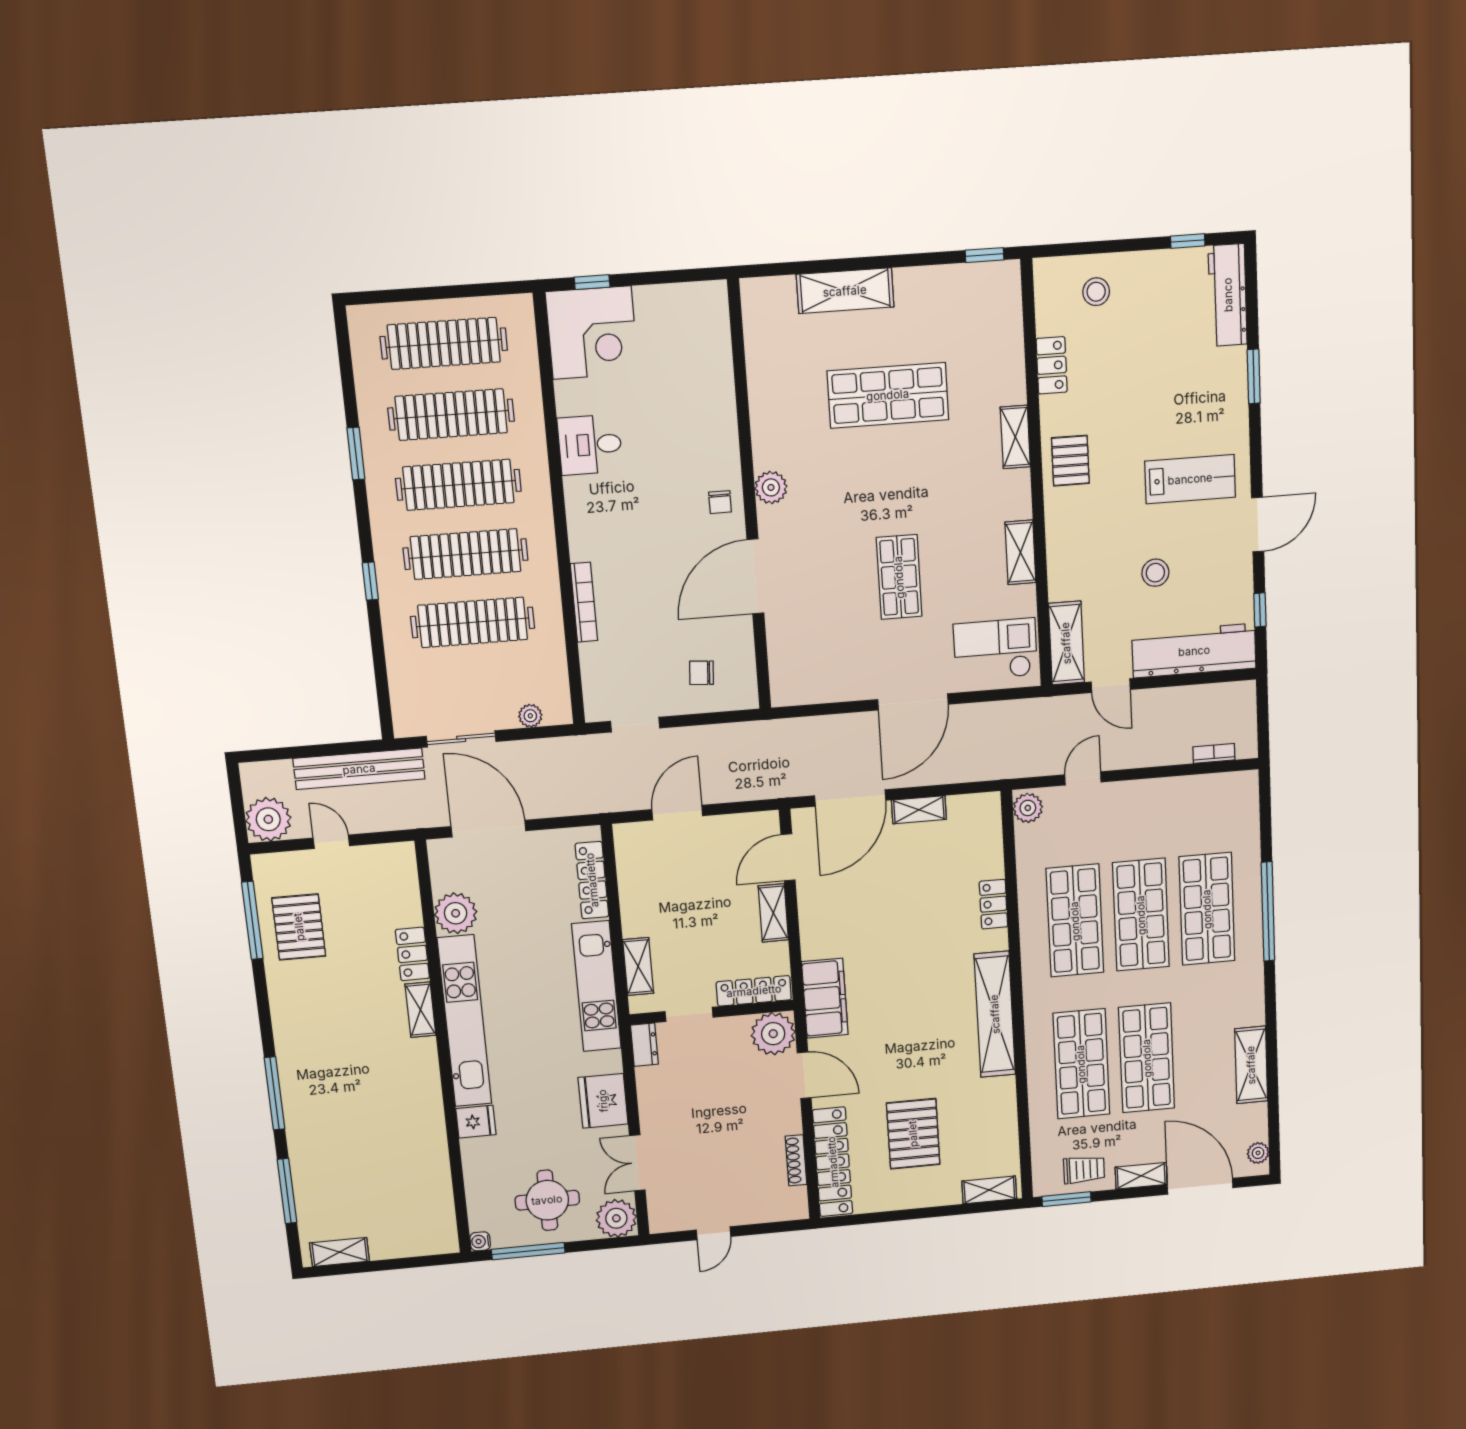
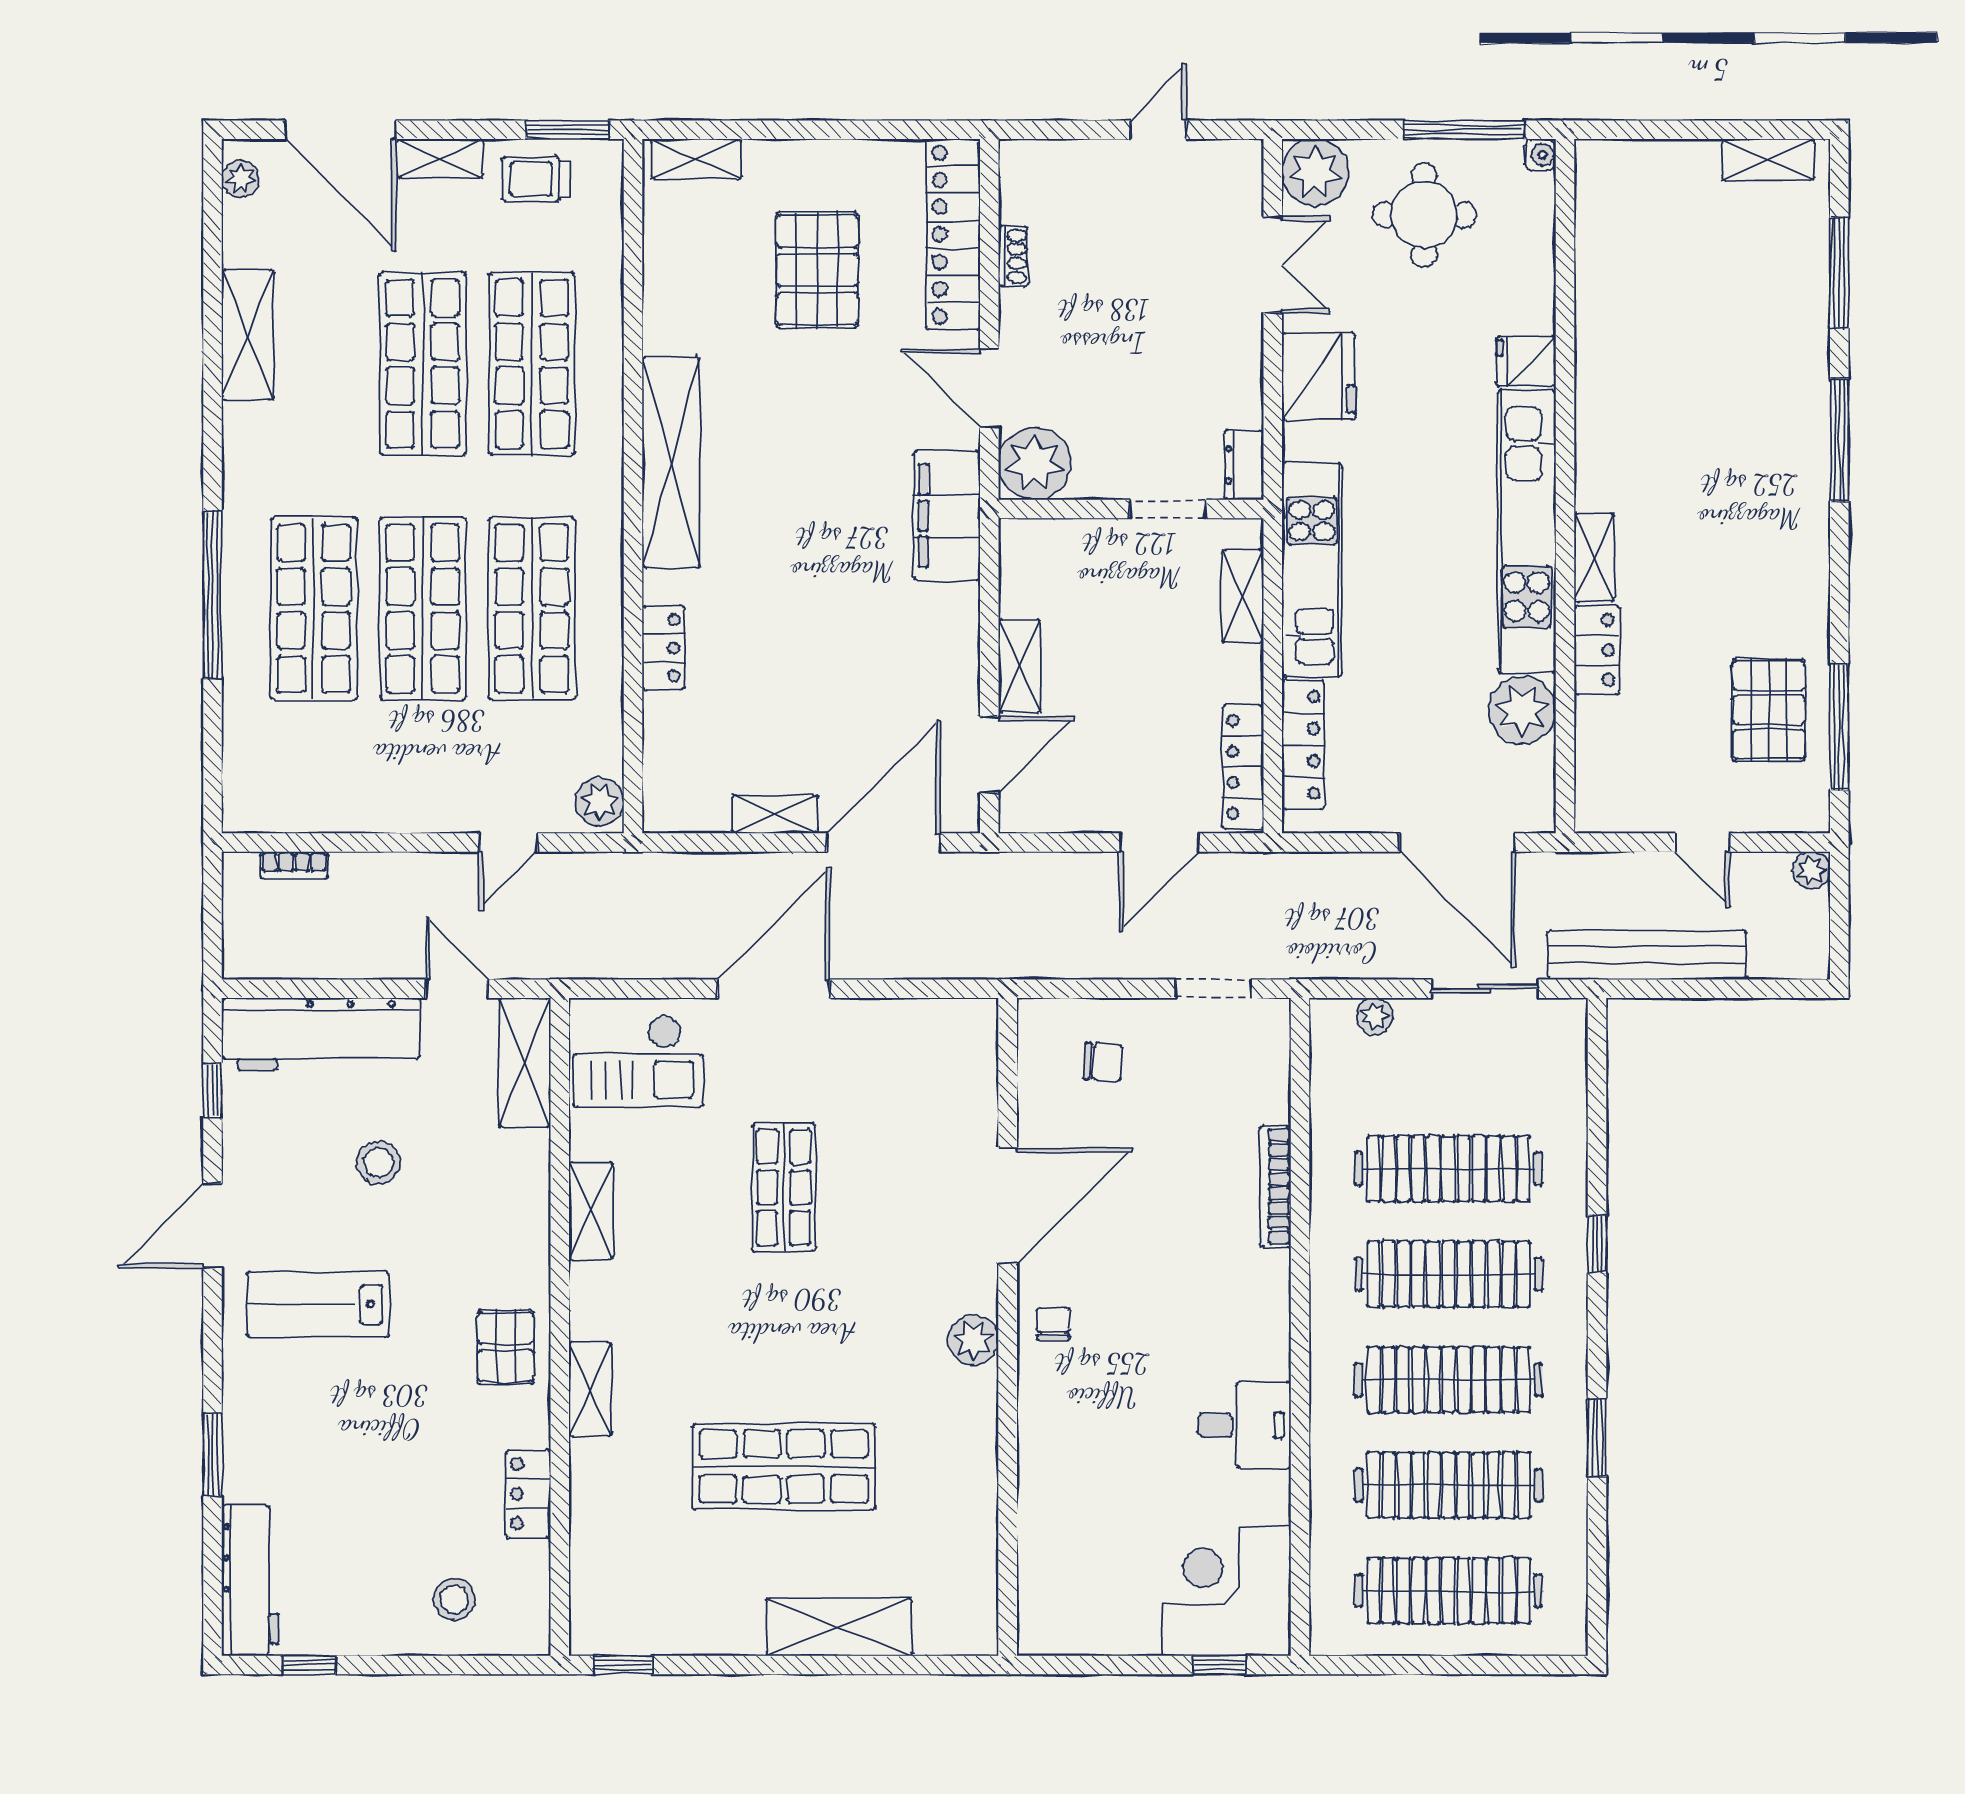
plant: (268, 819) -> (1811, 870), width x0.53, depth x0.53
locker: (754, 991) -> (1243, 767), moved, turned 90
shoe rack: (796, 1160) -> (1013, 256), width x0.70

